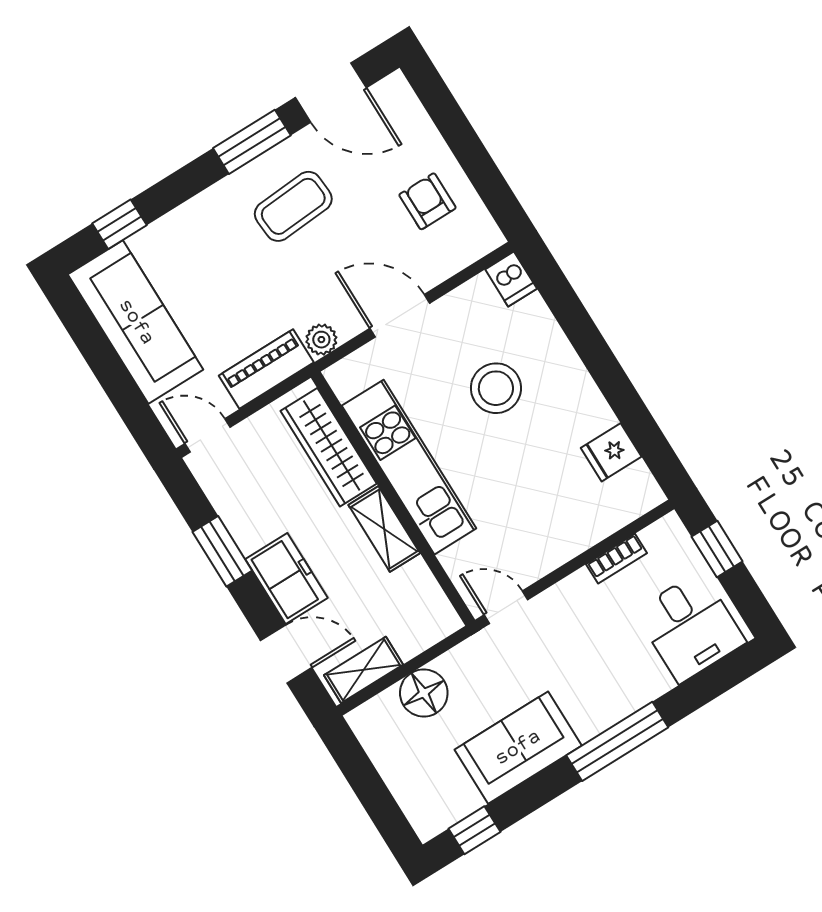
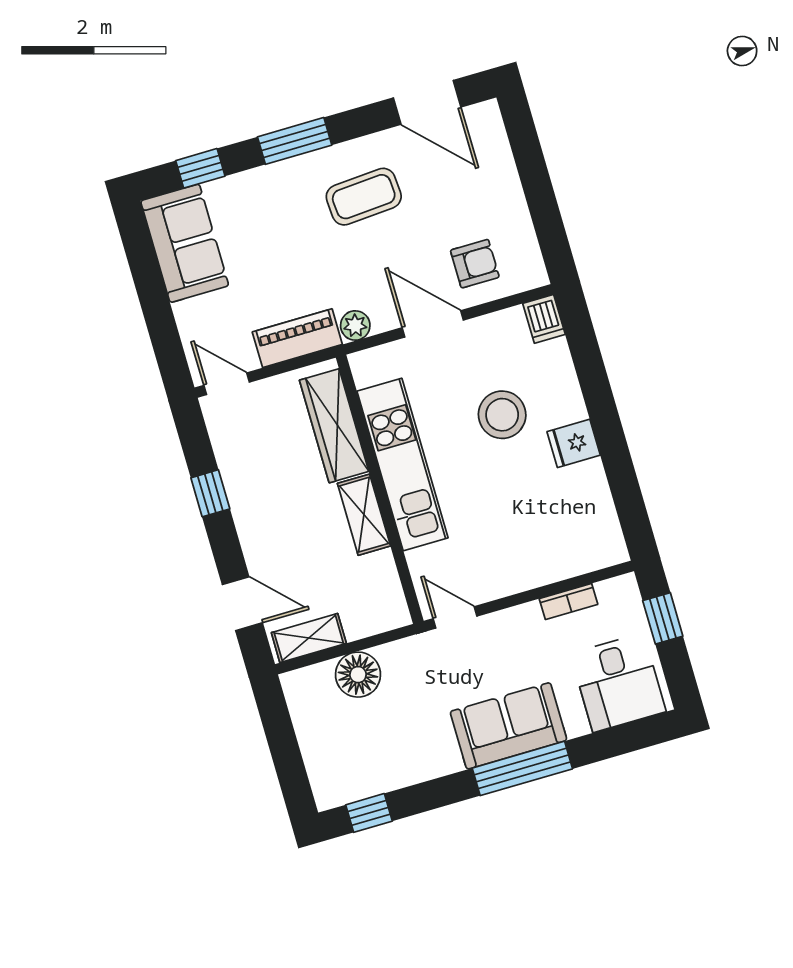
window: (252, 142) -> (295, 141), moved
armchair: (428, 201) -> (475, 264), moved, turned 90
sofa: (136, 322) -> (185, 243), width x0.73
fridge: (611, 452) -> (574, 443), moved
window: (222, 551) -> (210, 493), width x0.67
freezer: (286, 578) -> (262, 535), removed
sofa: (518, 748) -> (509, 726), moved

